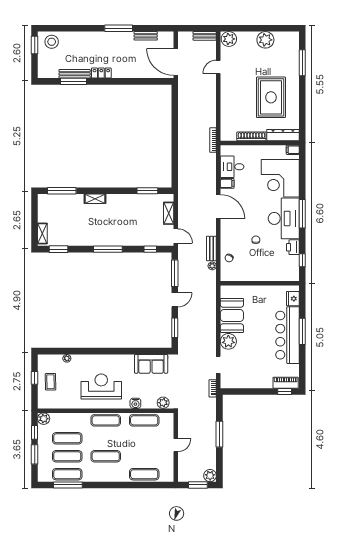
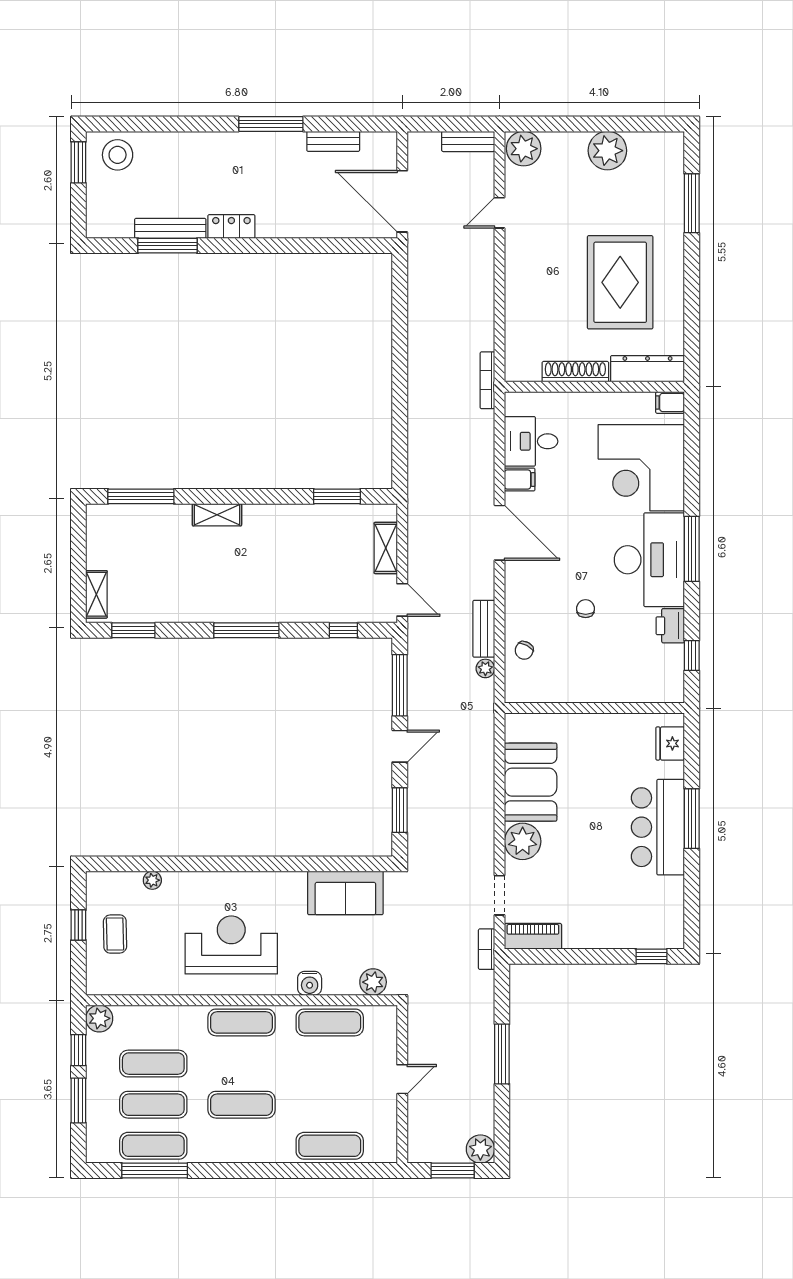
bar counter: (287, 335) -> (658, 827), width x0.73
piano: (286, 383) -> (533, 936), moved

